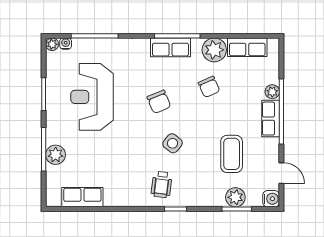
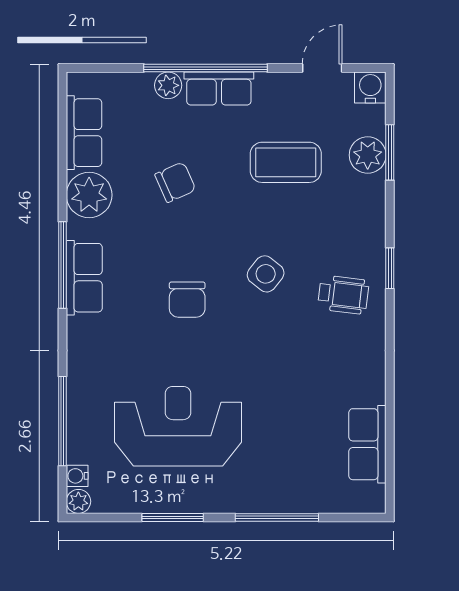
chair: (209, 87) -> (175, 182), moved
reception desk: (92, 97) -> (178, 426), turned 180
chair: (159, 102) -> (187, 300), turned 112
plant: (56, 155) -> (287, 495), removed

